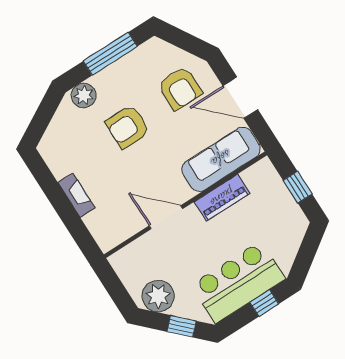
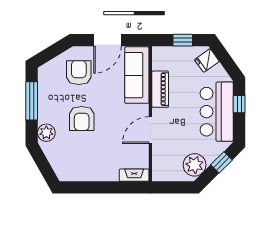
armchair: (180, 88) -> (79, 73), turned -90
fireplace: (76, 195) -> (134, 175), moved
fridge: (292, 231) -> (207, 60), added

